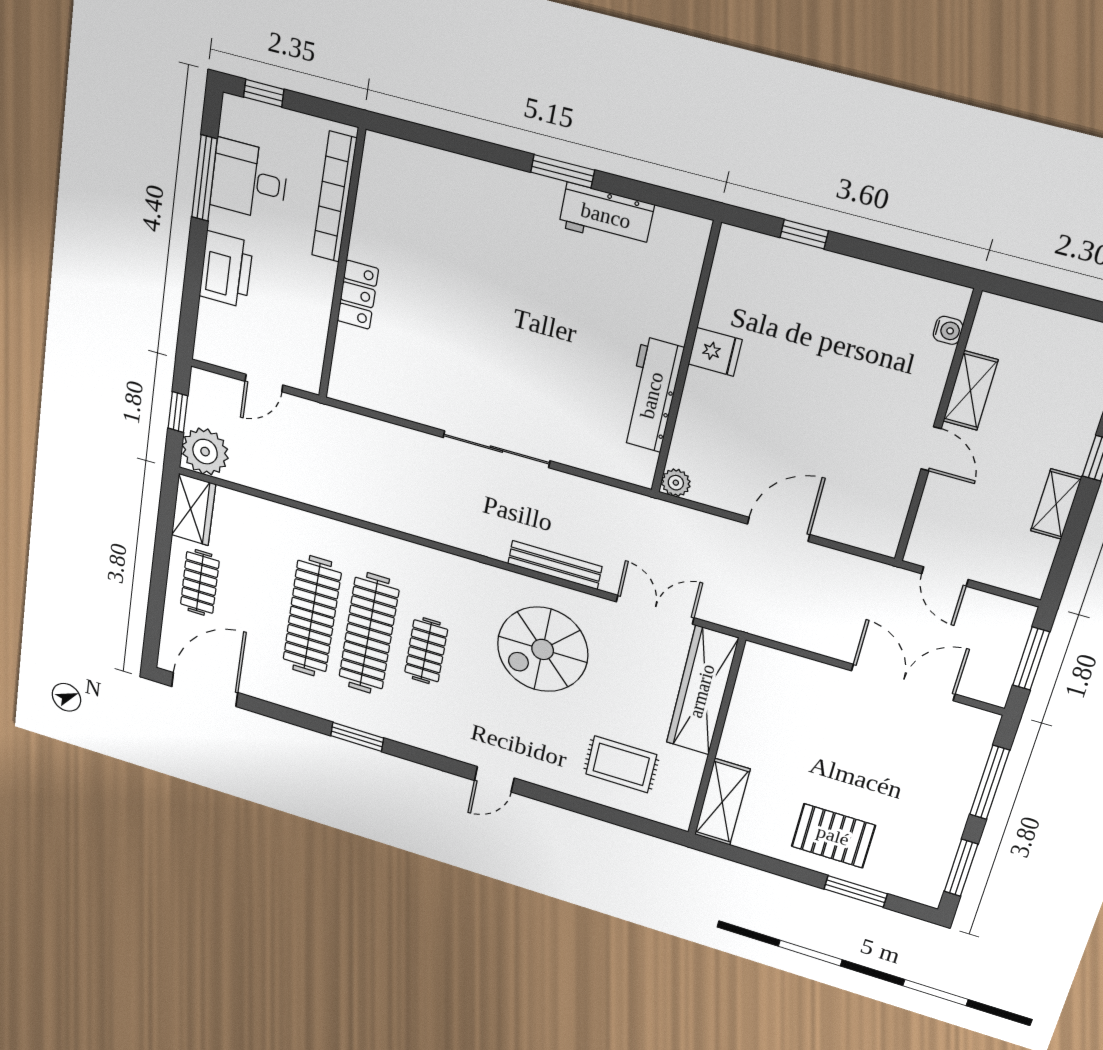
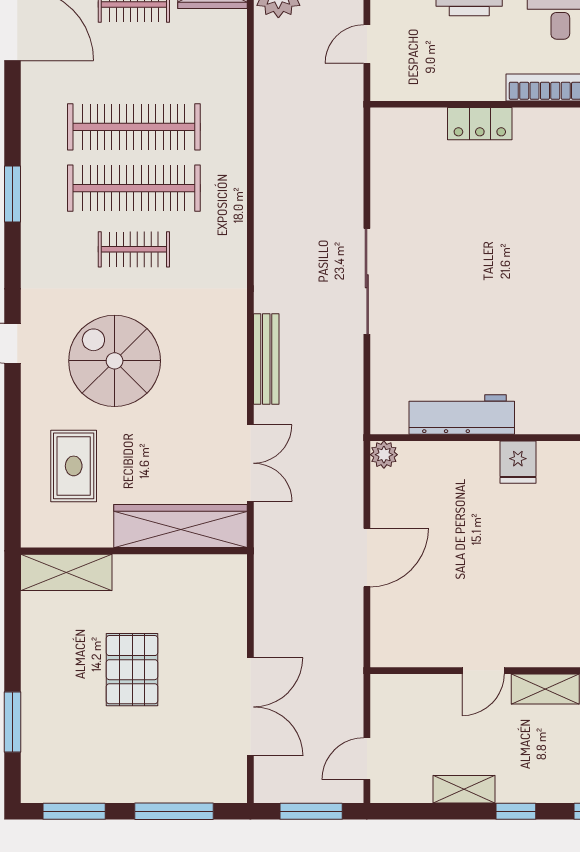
door: (264, 383) -> (367, 44), hinge flipped
door: (779, 529) -> (367, 558), hinge flipped
door: (945, 577) -> (367, 759), moved
spiral stairs: (543, 649) -> (115, 361), moved
pallet: (833, 836) -> (132, 670), moved

